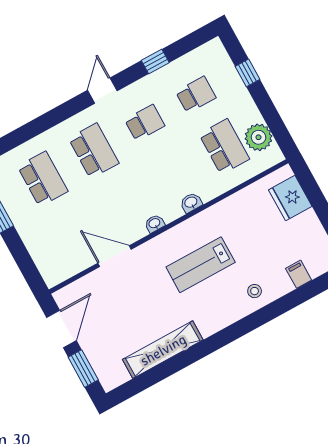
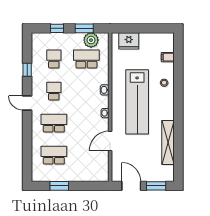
window: (271, 116) -> (84, 28), added
lab bench: (201, 265) -> (137, 102), width x1.86, depth x1.39

